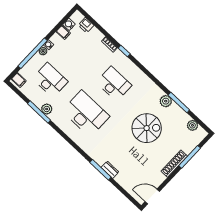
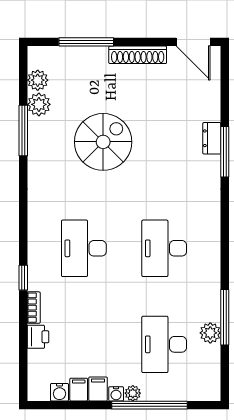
printer: (86, 25) -> (38, 337), moved
filing cabinet: (19, 80) -> (98, 389), moved
plant: (166, 101) -> (39, 104), moved
plant: (47, 109) -> (210, 333), moved
desk: (86, 114) -> (164, 248), width x0.73, depth x0.77
spiral stairs: (147, 128) -> (103, 142), turned 90
shoe rack: (174, 164) -> (138, 55), moved

